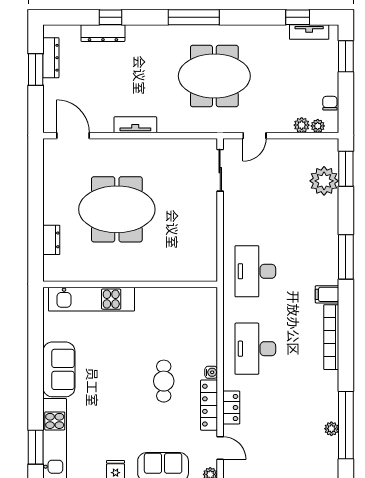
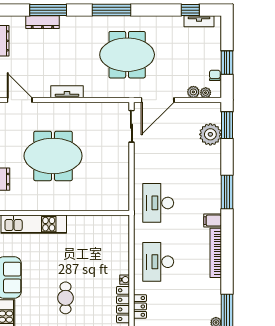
window: (110, 17) -> (48, 10), width x2.17
window: (346, 56) -> (227, 63), moved
door: (254, 136) -> (158, 100), width x1.88
cafe table: (164, 381) -> (66, 298), moved

